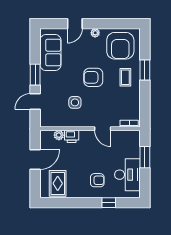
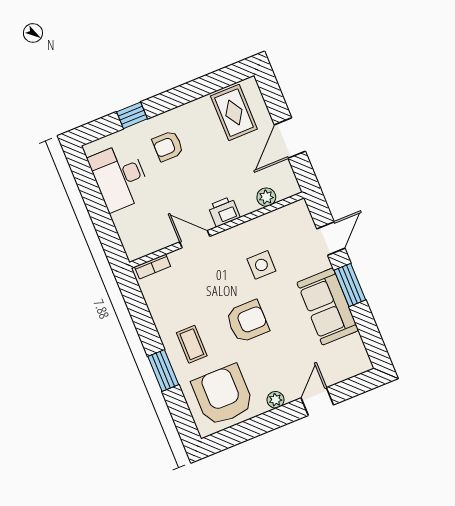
sofa: (50, 53) -> (328, 306), moved
printer: (72, 136) -> (224, 212), moved
window: (145, 157) -> (102, 220), removed

